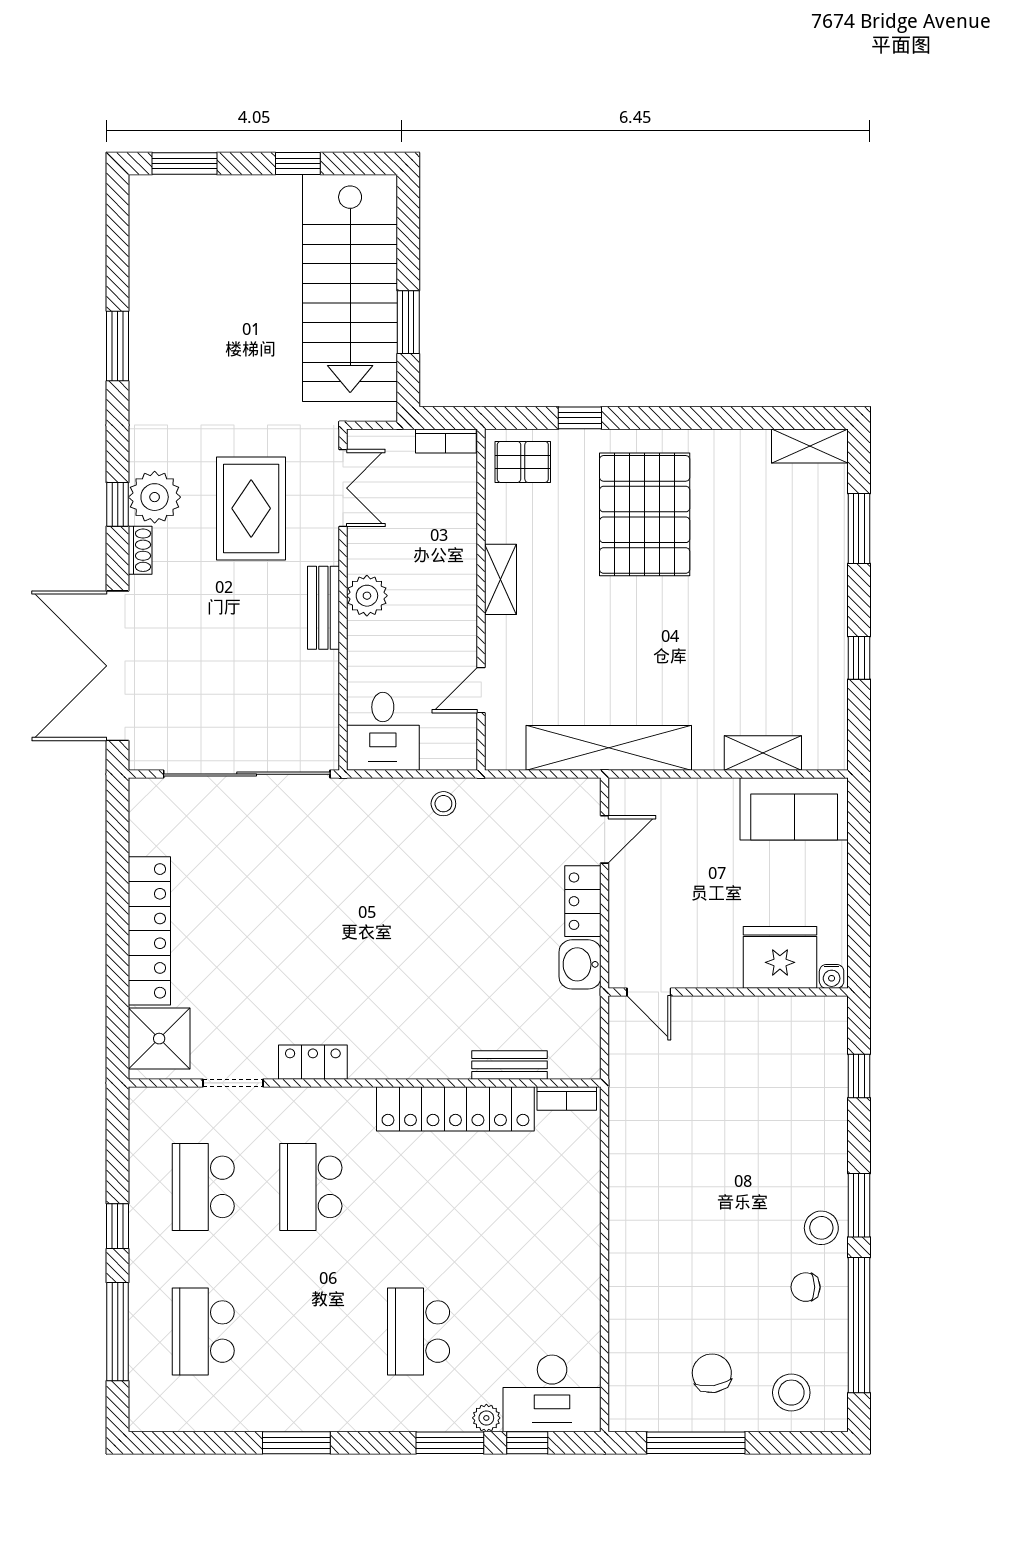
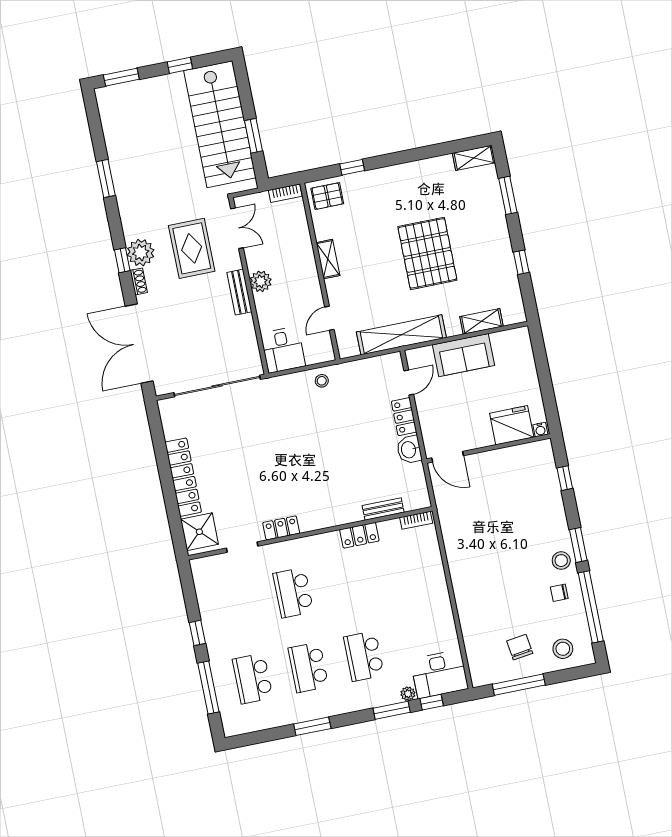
pallet: (645, 514) -> (427, 253), moved
sofa: (794, 809) -> (464, 355), moved
door: (649, 992) -> (448, 457), width x1.38
locker: (455, 1109) -> (359, 535), width x0.46, depth x0.83
school desk: (203, 1187) -> (308, 667), moved

